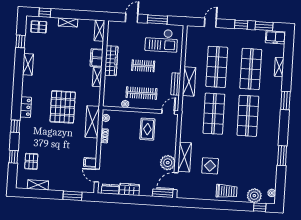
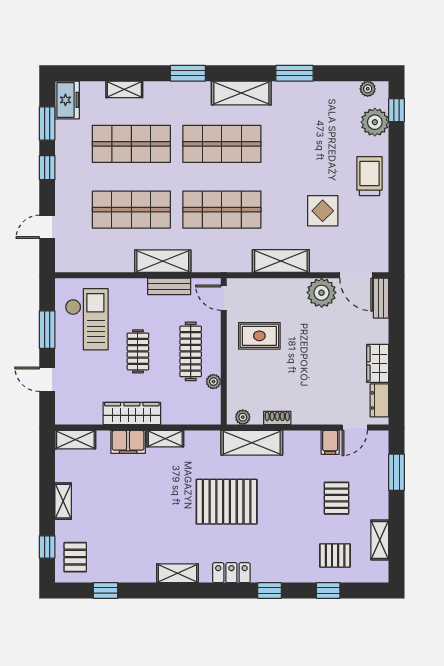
door: (210, 23) -> (47, 227), hinge flipped
shelving: (28, 64) -> (178, 573), moved
shelving: (274, 127) -> (241, 93), added
shelving: (185, 157) -> (281, 261), moved
pallet: (61, 164) -> (336, 498), added

